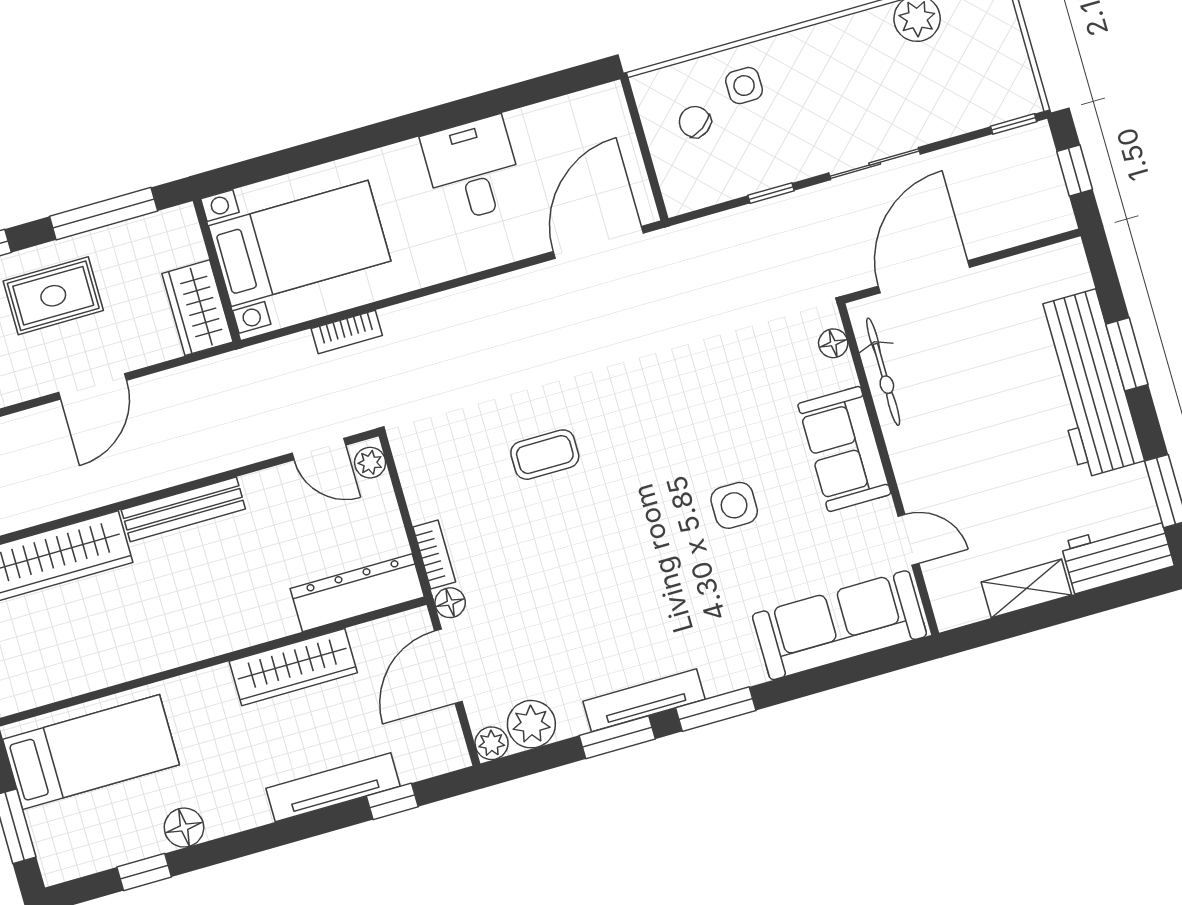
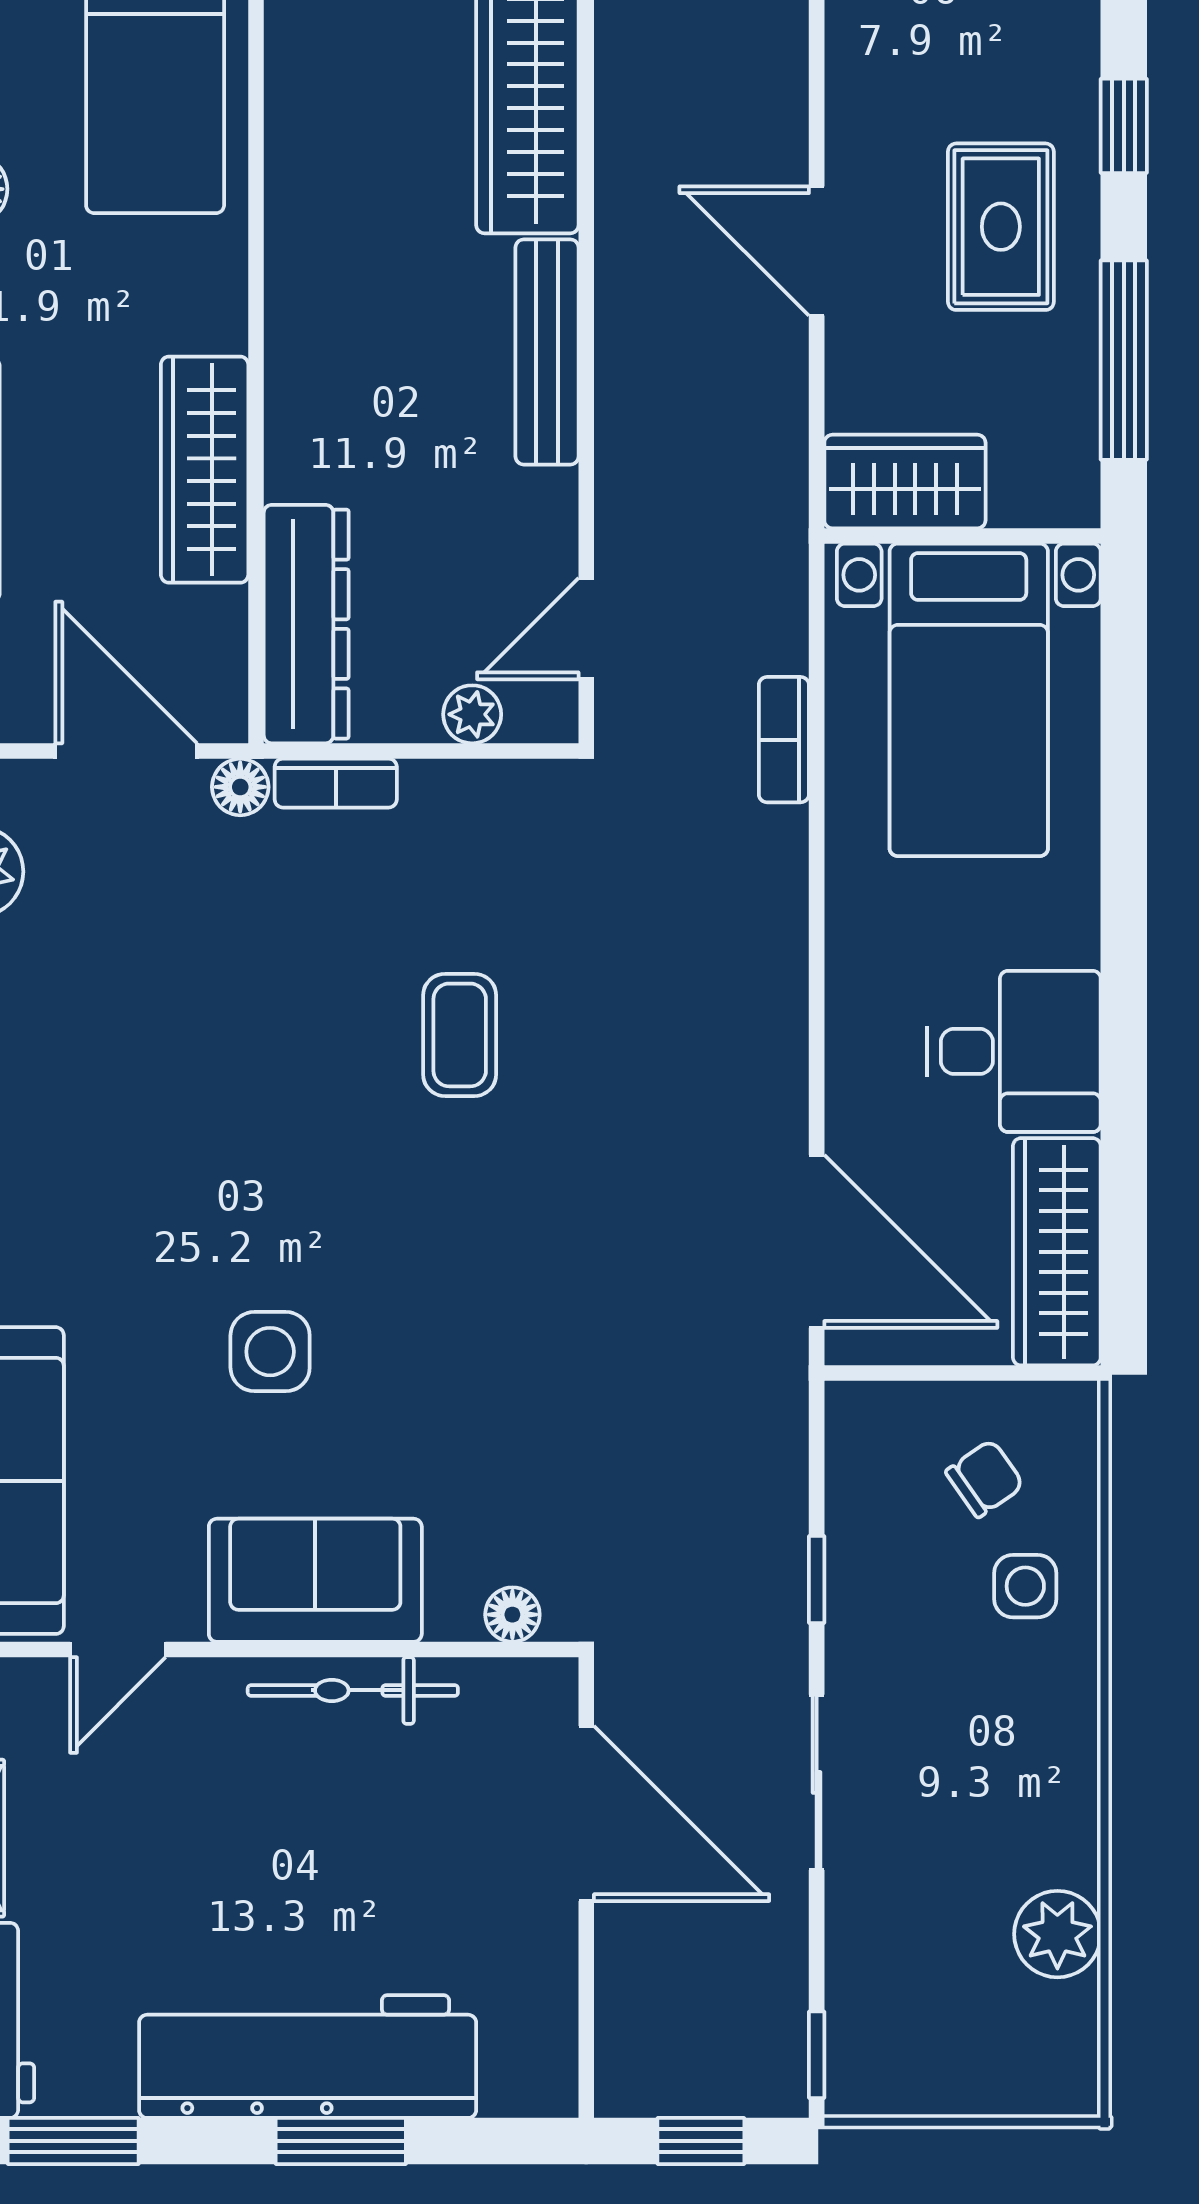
wardrobe: (569, 118) -> (1057, 1252), added
bicycle: (883, 372) -> (353, 1690), moved
plant: (370, 463) -> (472, 714), moved

